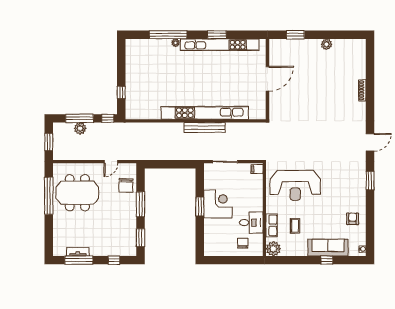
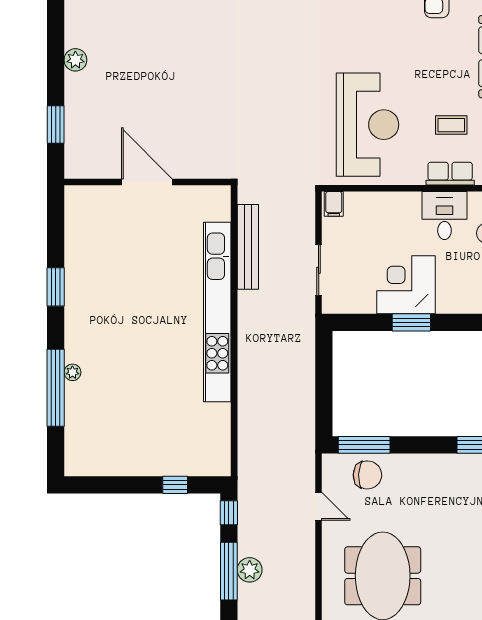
kitchen unit: (220, 45) -> (76, 281), removed
bench: (205, 128) -> (248, 247), moved
window: (141, 204) -> (364, 445), moved

